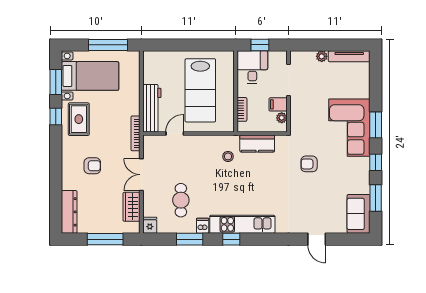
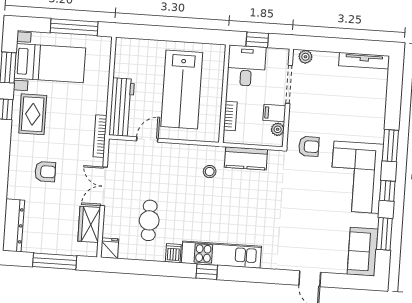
plant: (322, 56) -> (305, 57), moved
corner sofa: (349, 128) -> (356, 177), moved
armchair: (309, 164) -> (309, 146), moved, turned 180
window: (190, 239) -> (157, 268), removed

